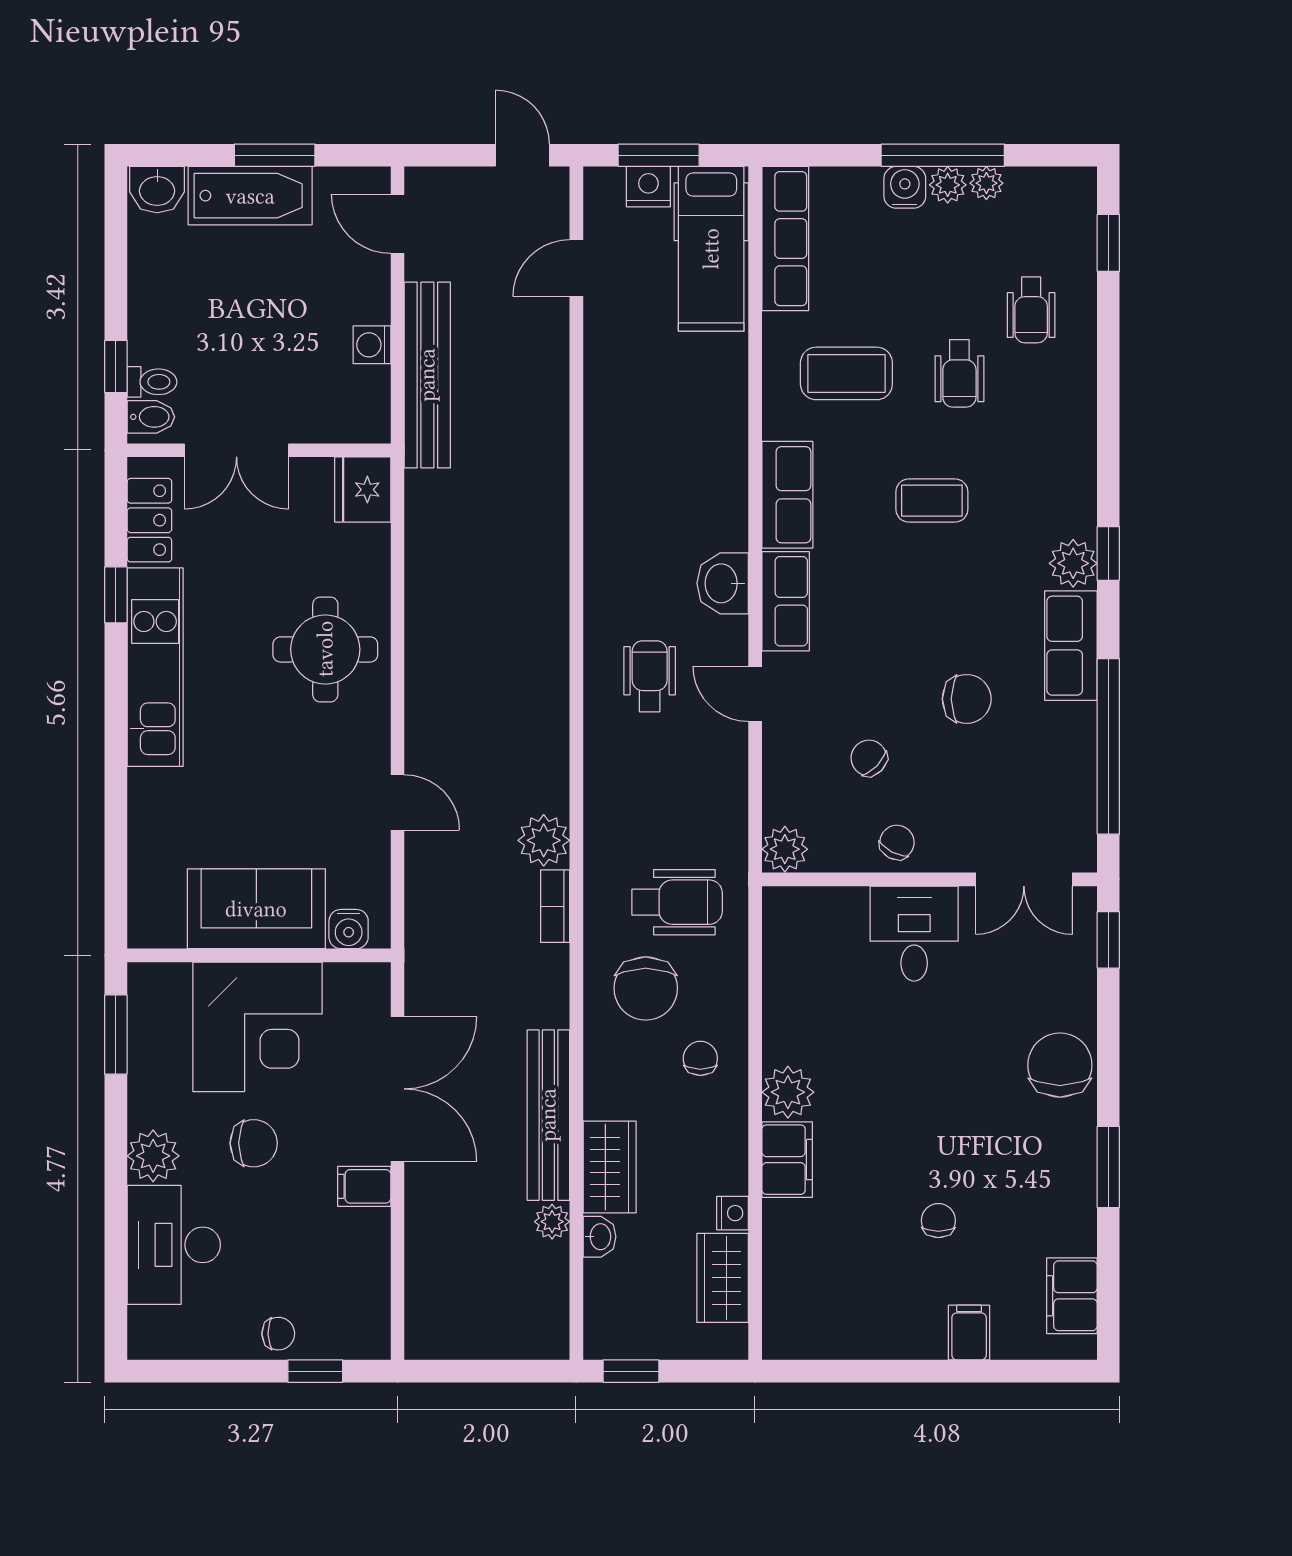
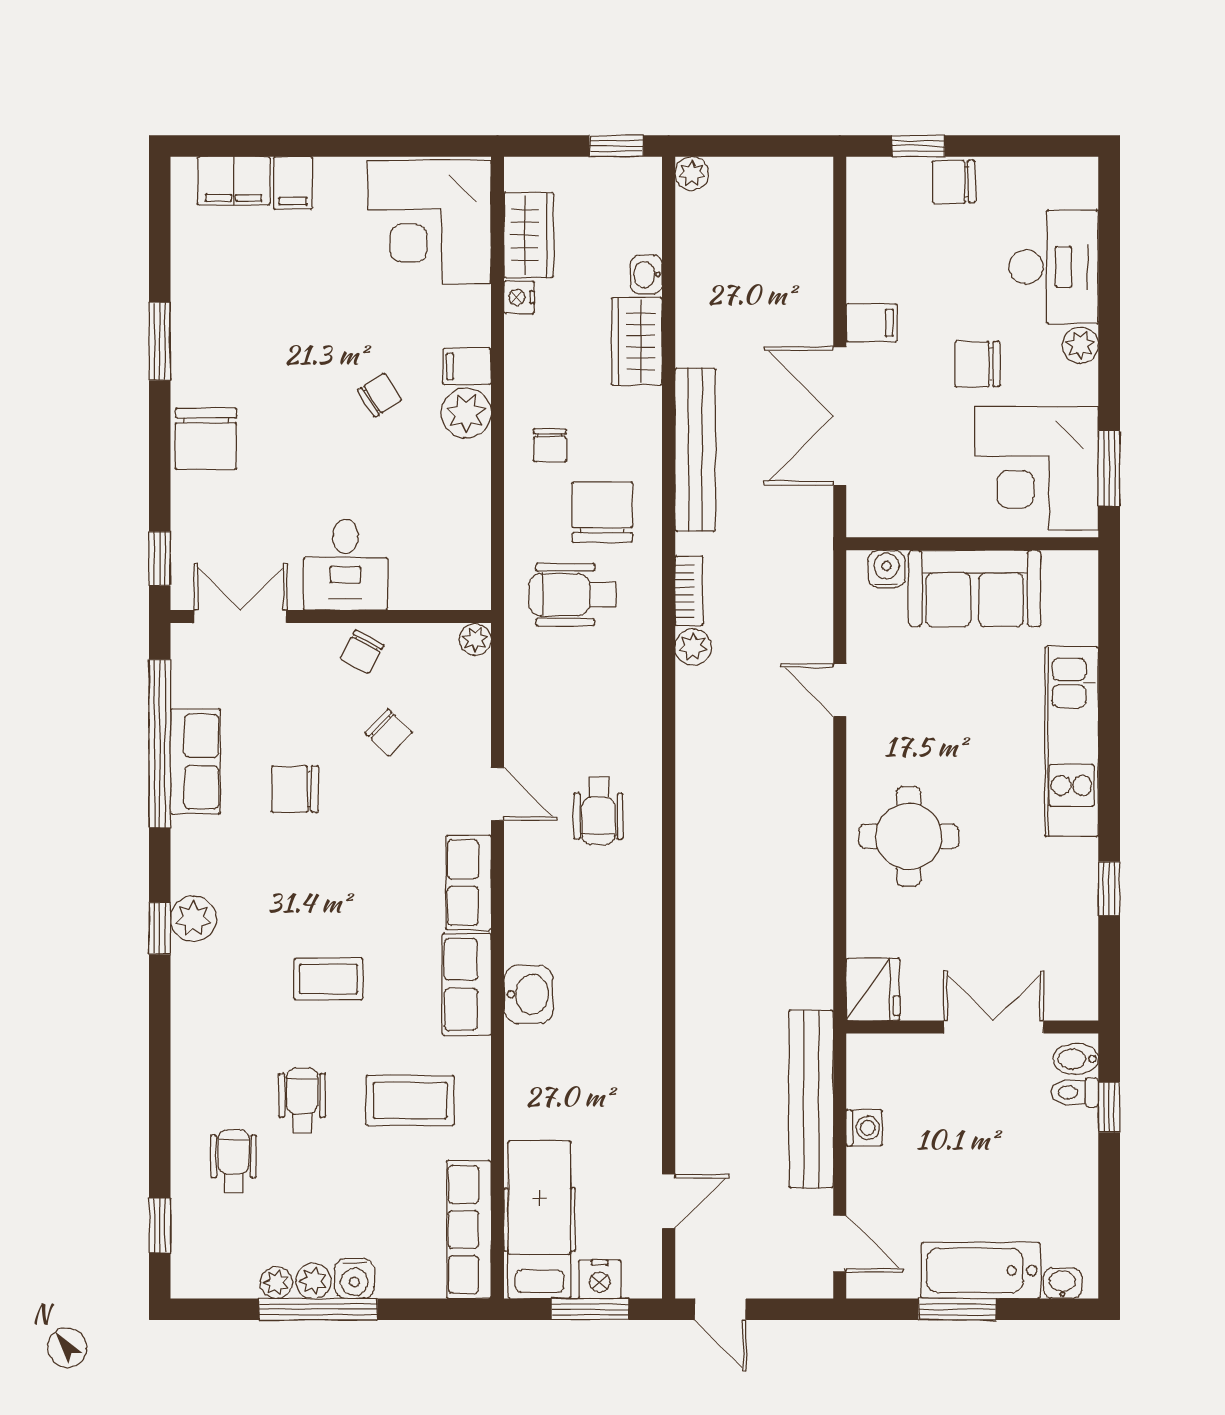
washbasin: (157, 190) -> (1062, 1283), width x0.72, depth x0.69
locker: (149, 520) -> (1077, 960), removed
washbasin: (723, 583) -> (529, 994), moved
row of seats: (1071, 646) -> (195, 761), moved
kitchen unit: (155, 667) -> (1072, 742), moved
plant: (544, 840) -> (693, 647), width x0.73, depth x0.73
plant: (785, 849) -> (475, 639), width x0.73, depth x0.73
corner desk: (258, 1027) -> (1037, 468), moved, turned -90
bench: (548, 1115) -> (695, 450), moved
plant: (153, 1156) -> (1080, 345), width x0.73, depth x0.73
filing cabinet: (787, 1160) -> (467, 366), width x0.50
chair: (938, 1221) -> (380, 395), moved, turned -123
plant: (552, 1222) -> (692, 174), moved
corner desk: (826, 1292) -> (429, 222), added
filing cabinet: (1072, 1296) -> (234, 181), moved, turned 90
chair: (278, 1334) -> (954, 182), width x1.37, depth x1.37

